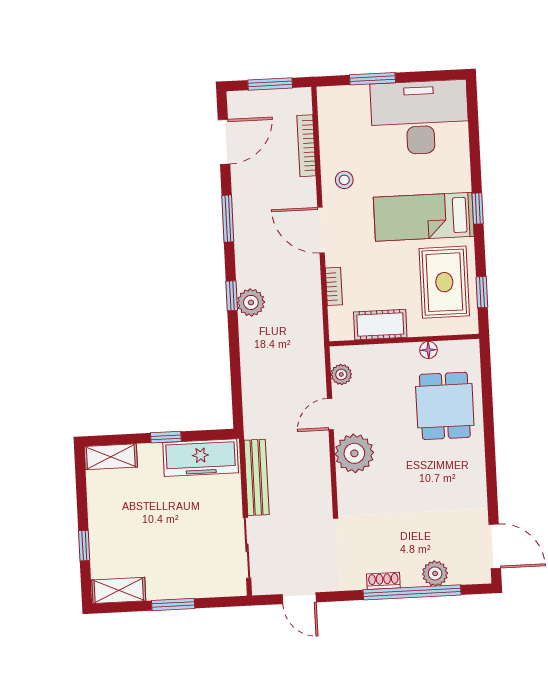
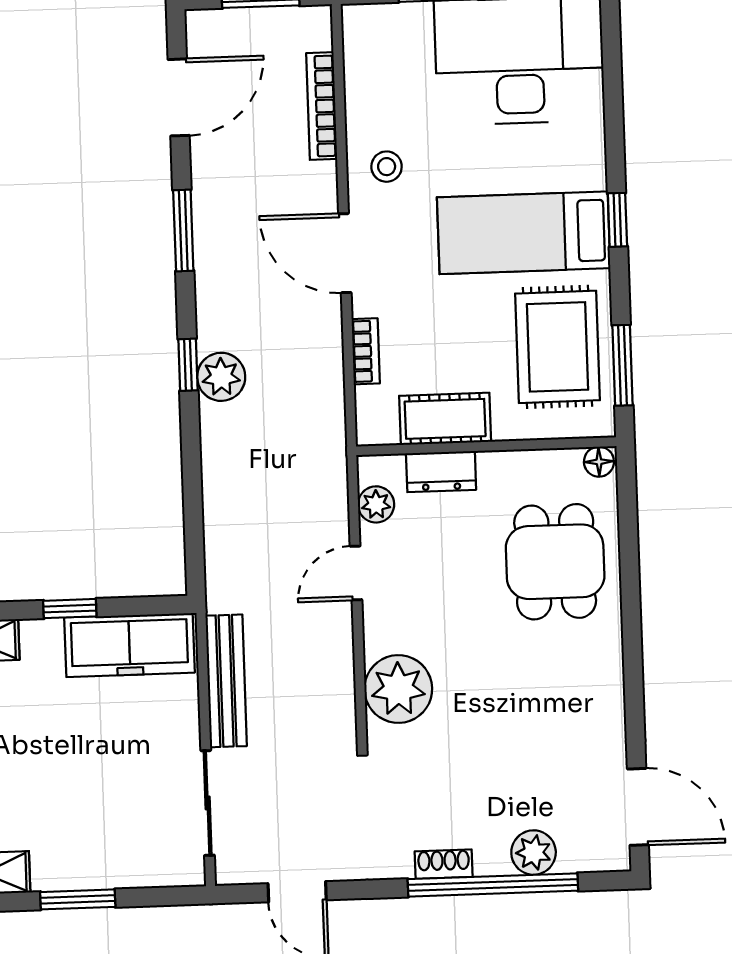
window: (482, 292) -> (622, 365), width x1.50
floor lamp: (428, 350) -> (599, 462), moved
dresser: (378, 355) -> (441, 472), added
plant: (354, 453) -> (398, 689), moved

